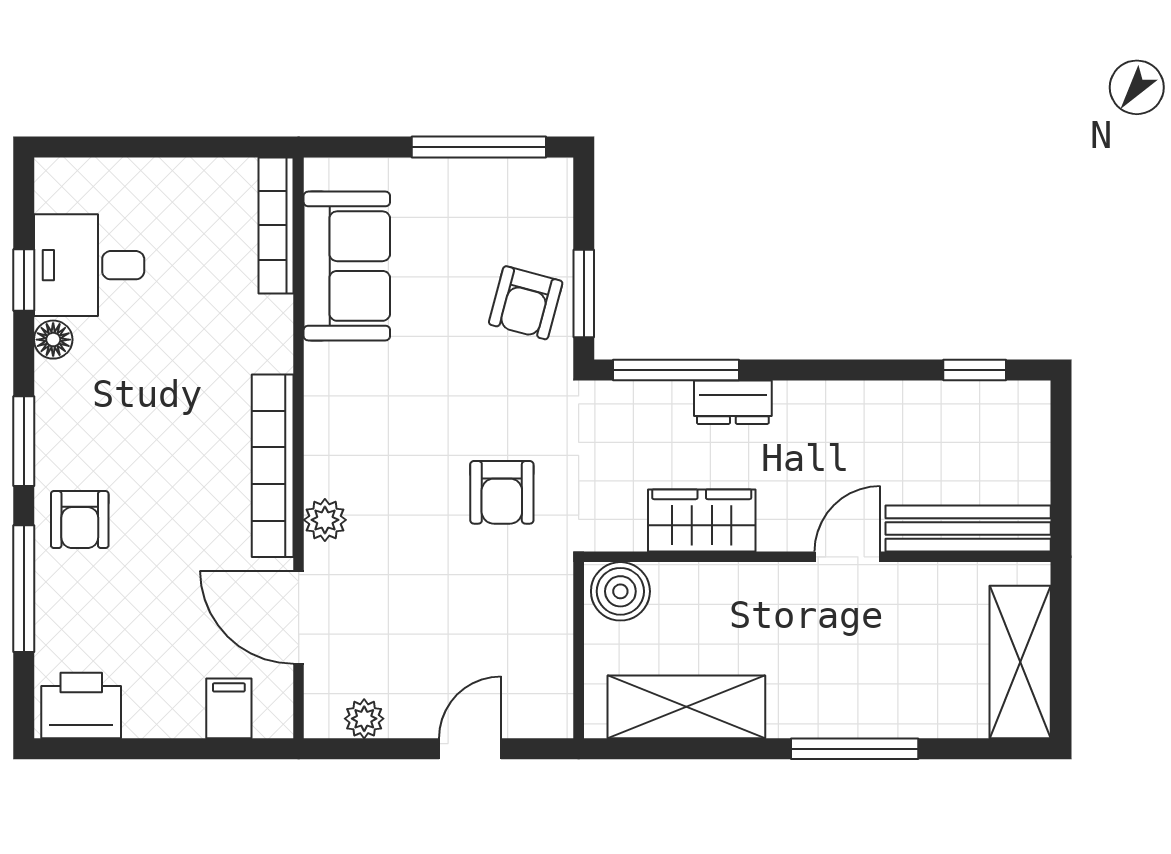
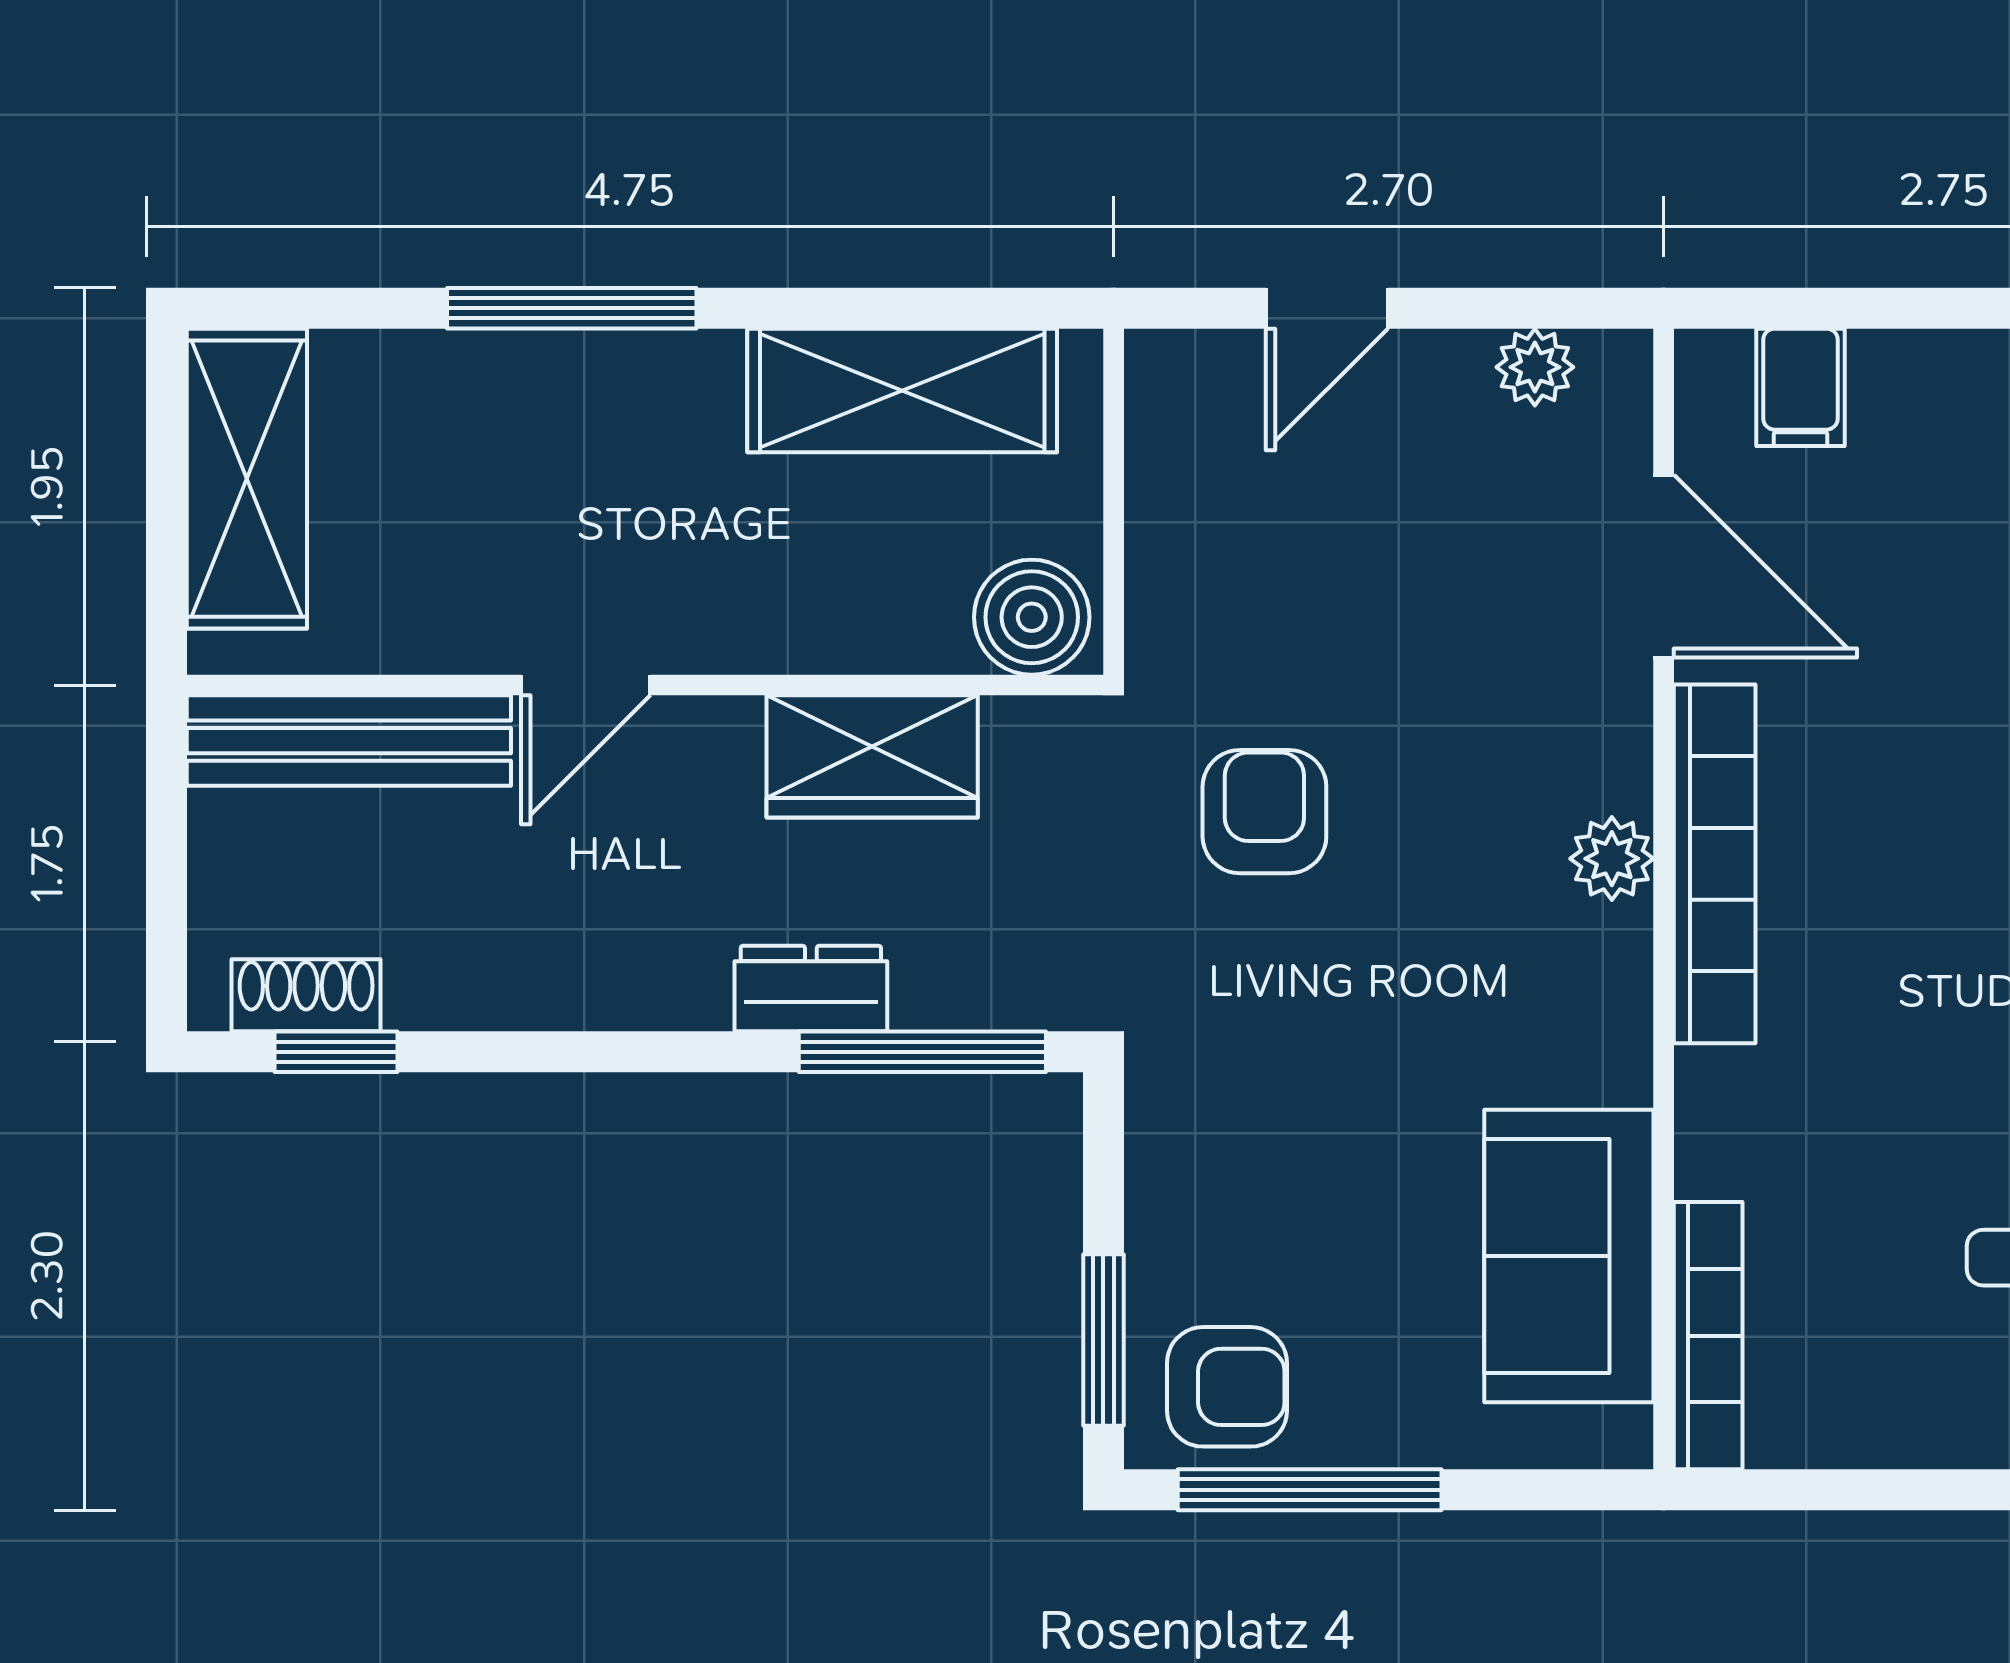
window: (584, 294) -> (1103, 1340), moved
armchair: (526, 303) -> (1227, 1387), moved, turned 75
shoe rack: (990, 399) -> (306, 995), added
plant: (325, 520) -> (1612, 859), moved

